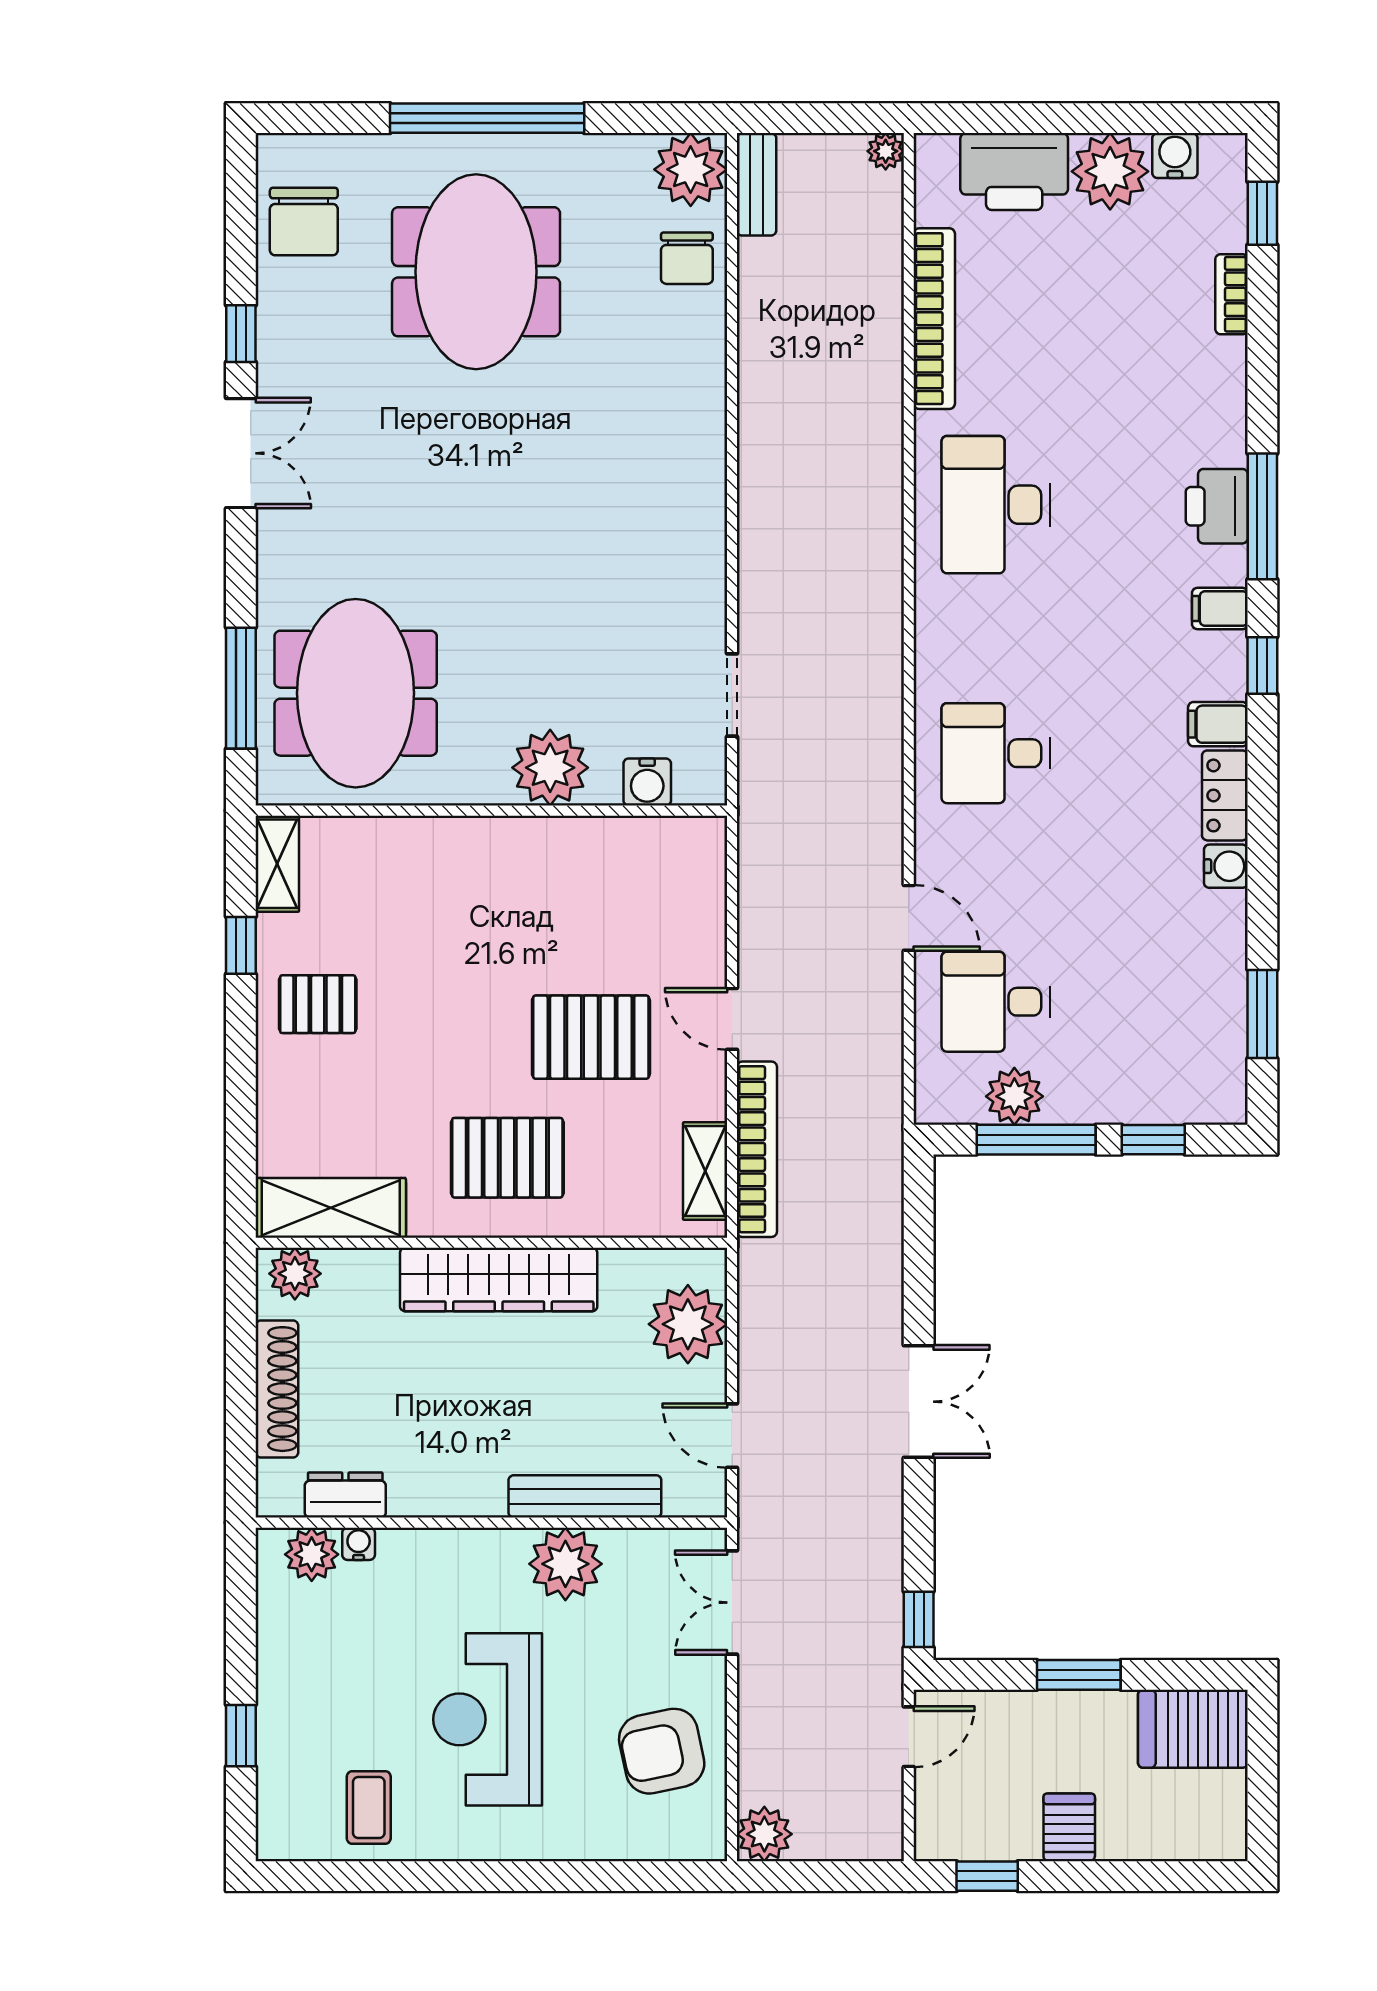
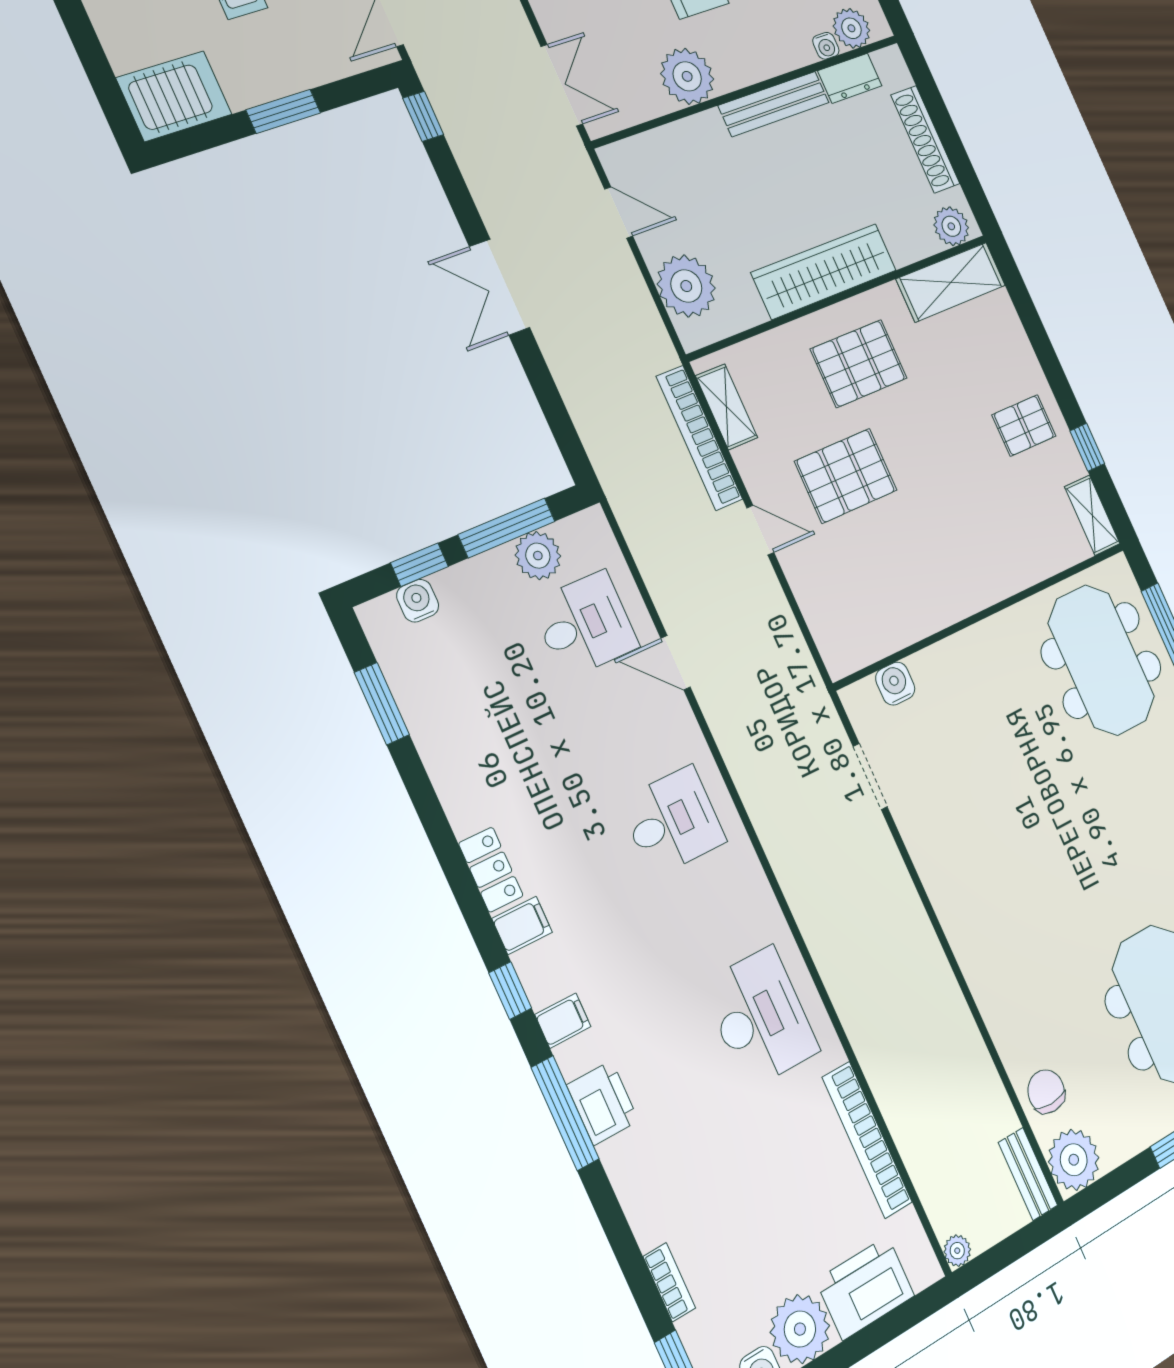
plant: (550, 768) -> (961, 664), removed
water cooler: (1226, 866) -> (418, 601), moved, turned 90
bench: (585, 1496) -> (774, 104), moved

